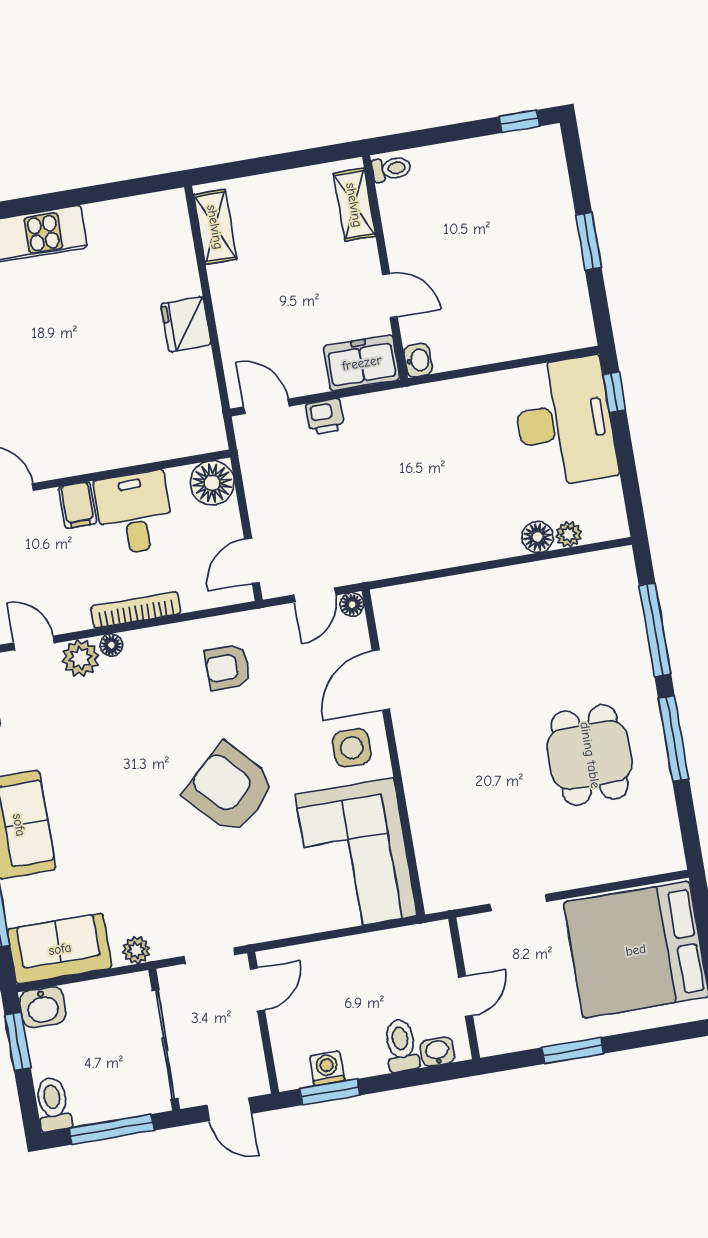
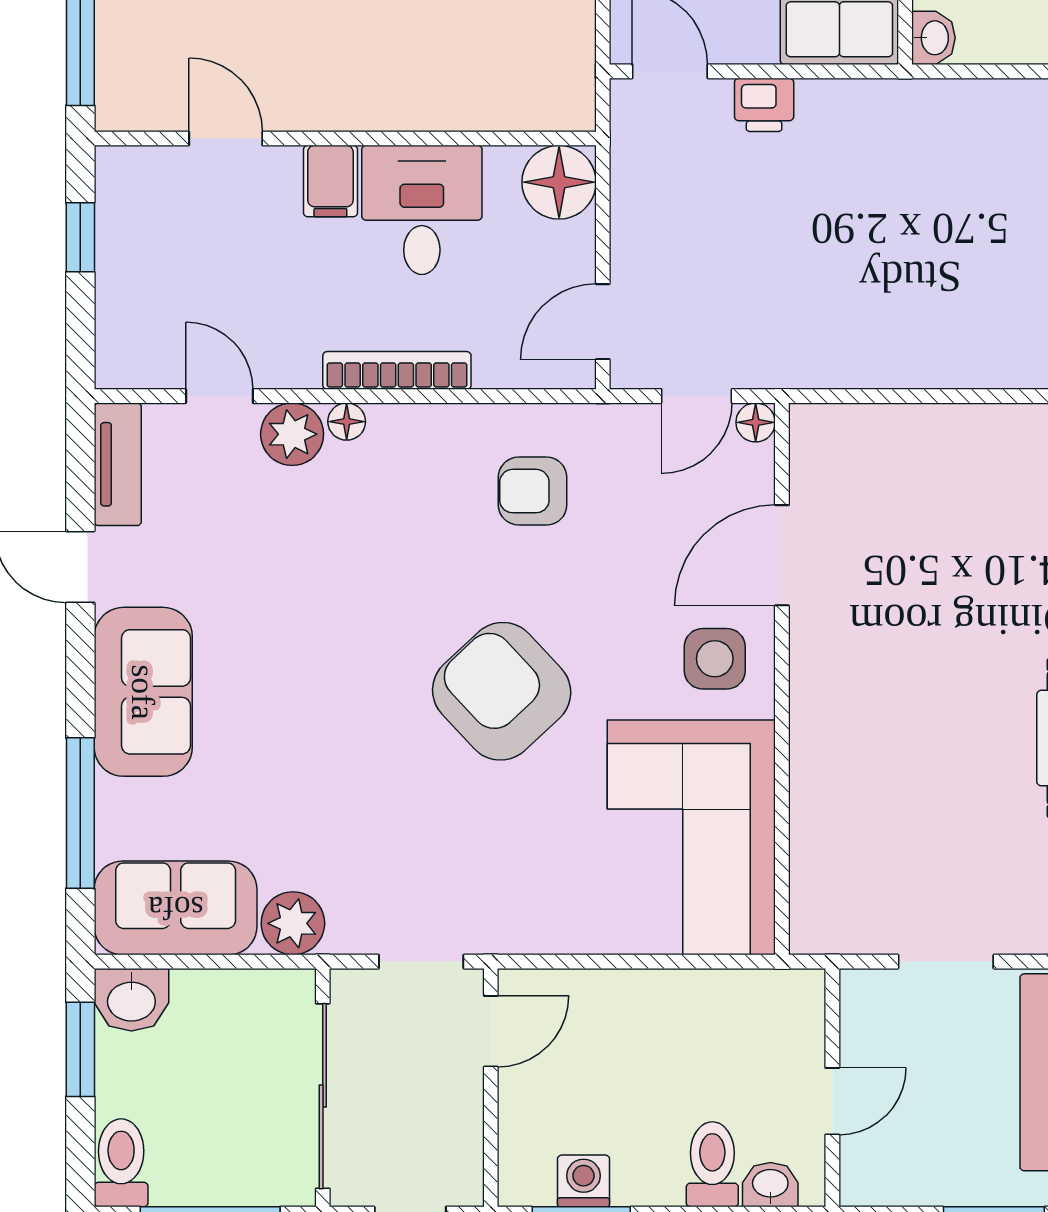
plant: (136, 950) -> (293, 923), width x1.38, depth x1.38

